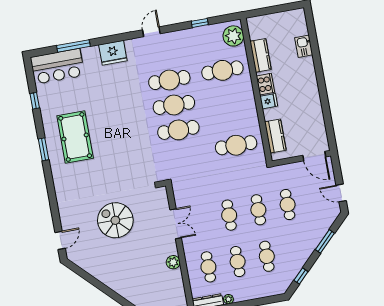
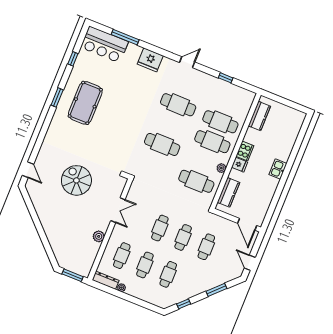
plant: (233, 36) -> (221, 168), moved, width x0.53, depth x0.53
kitchen sink: (304, 46) -> (278, 169), moved
kitchen counter: (261, 55) -> (259, 116), moved
cafe table: (174, 105) -> (212, 142), moved
door: (60, 240) -> (28, 170), hinge flipped

